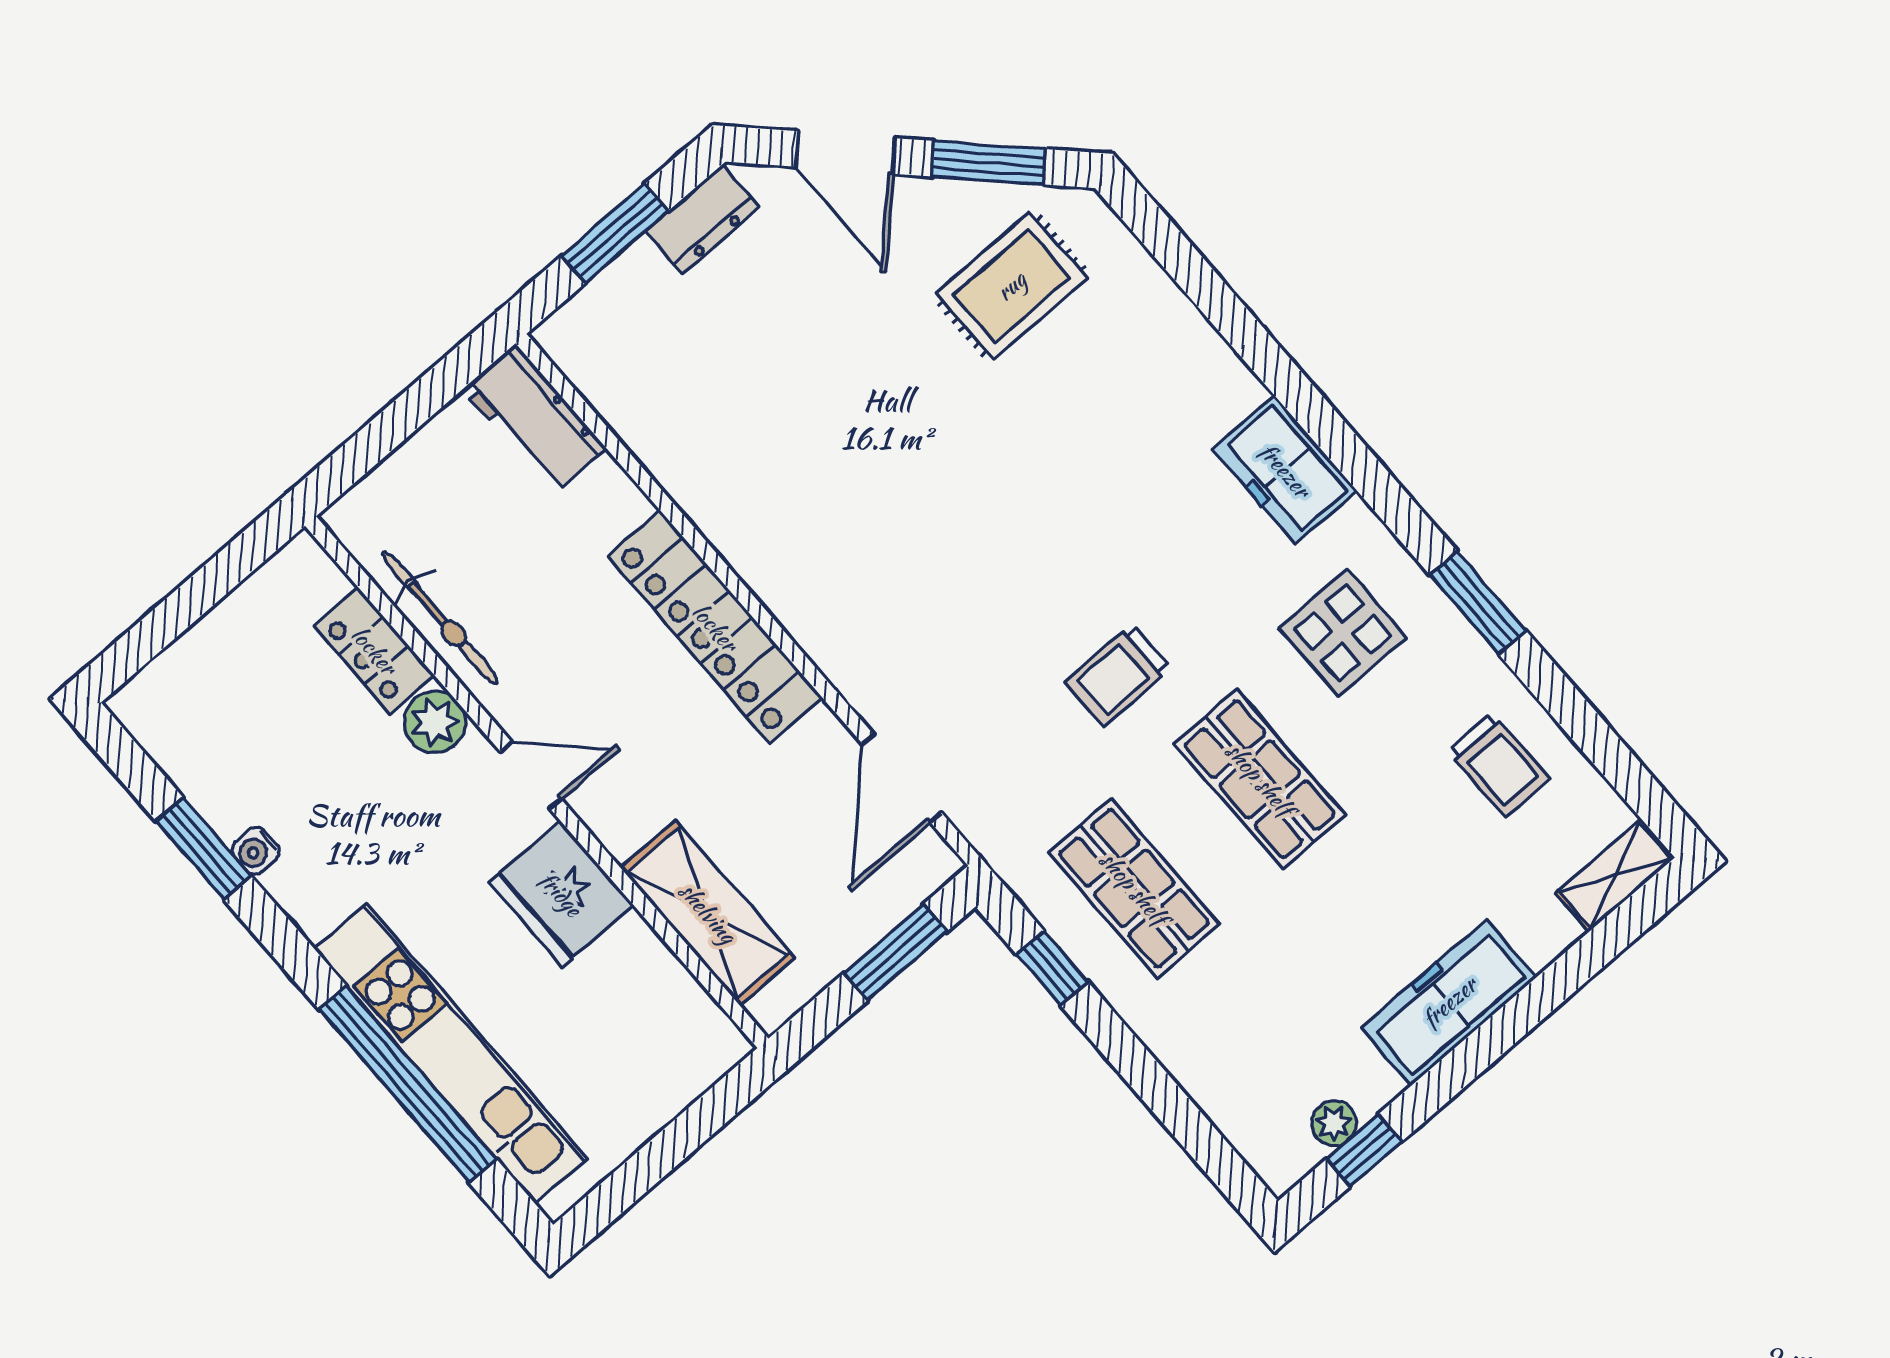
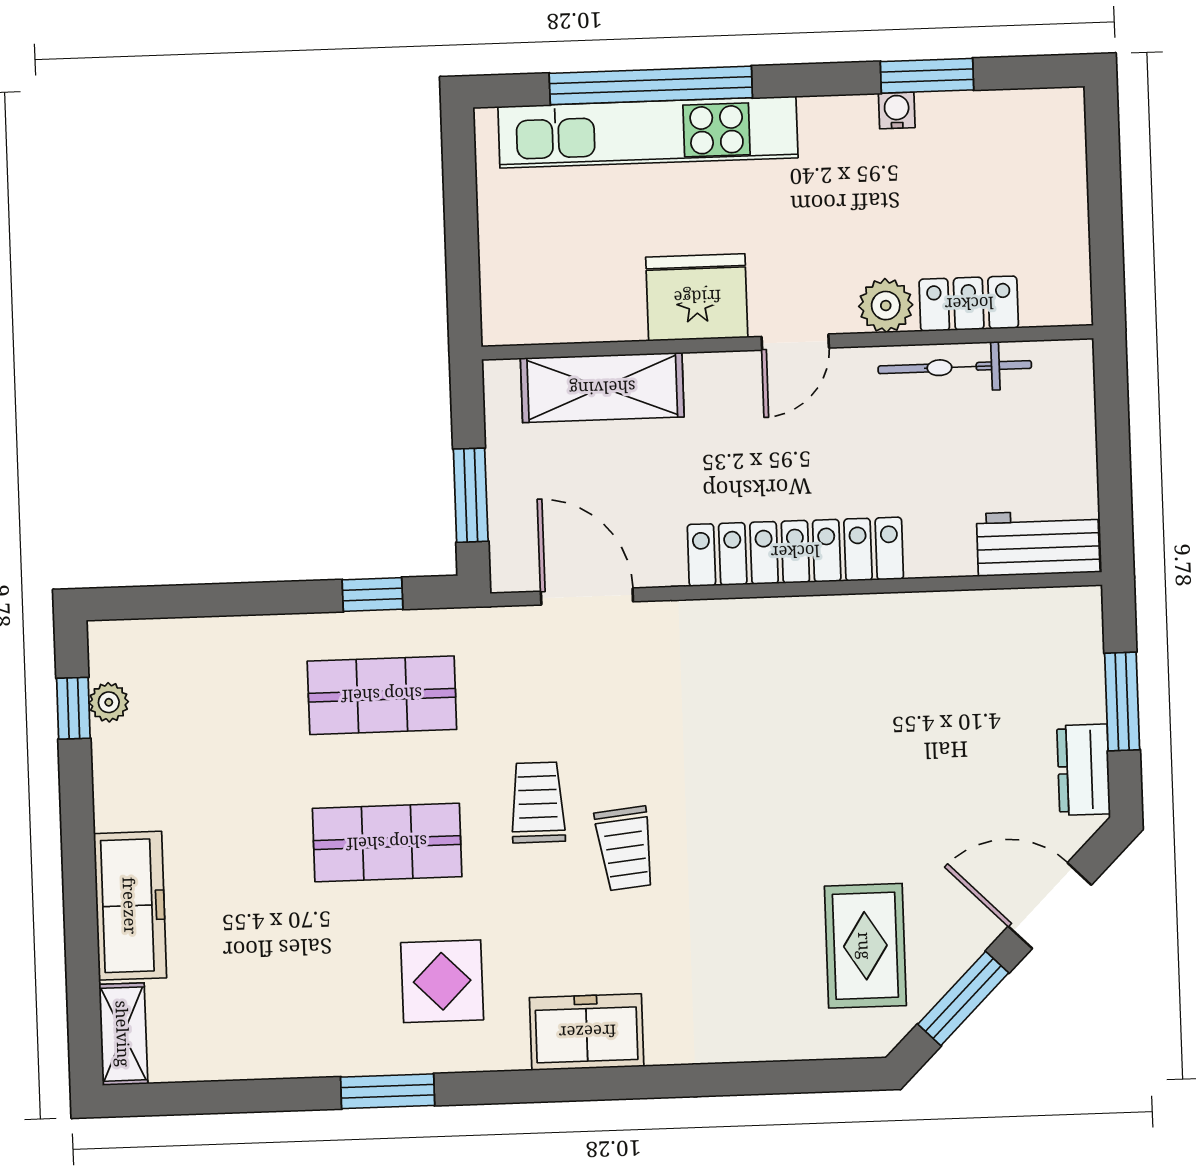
trolley: (1499, 765) -> (625, 849), moved, turned -96
freezer: (1449, 1002) -> (130, 906), moved

